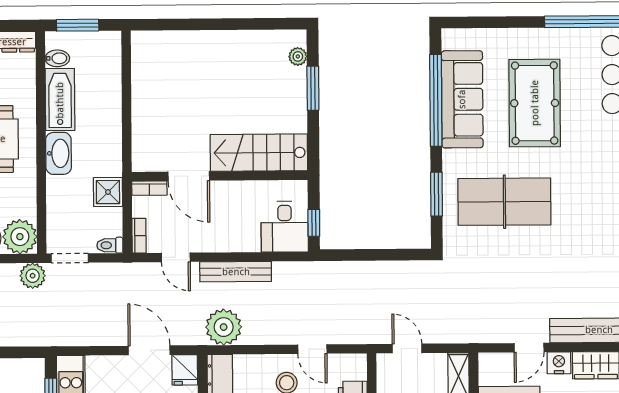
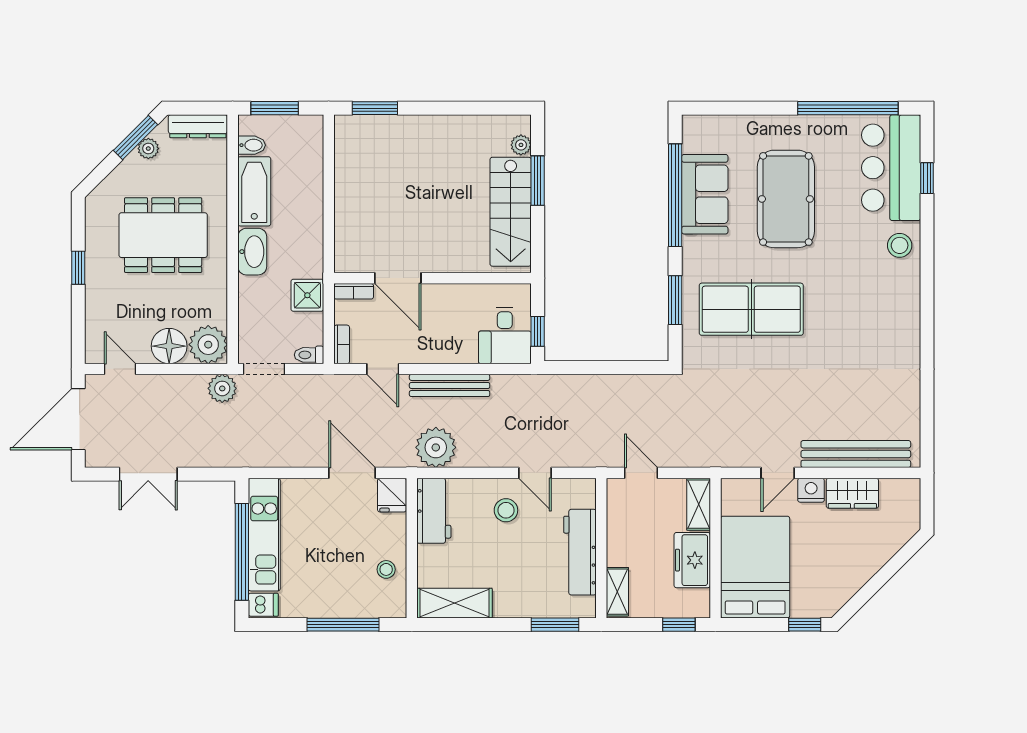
window: (167, 25) -> (375, 108), added
sofa: (462, 99) -> (705, 194), width x0.73
stairs: (259, 153) -> (511, 212), moved, turned -90

